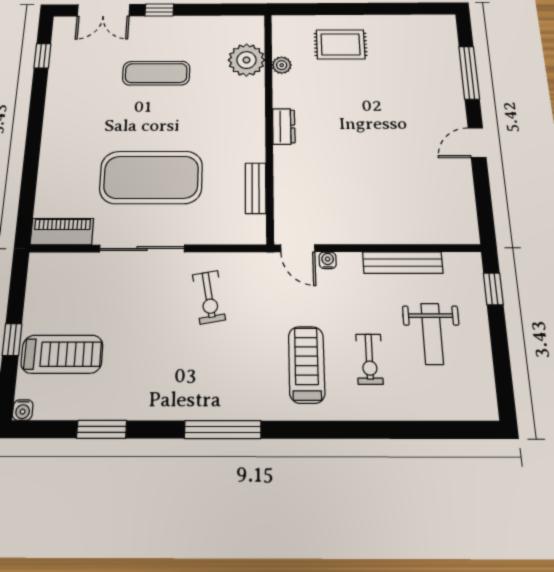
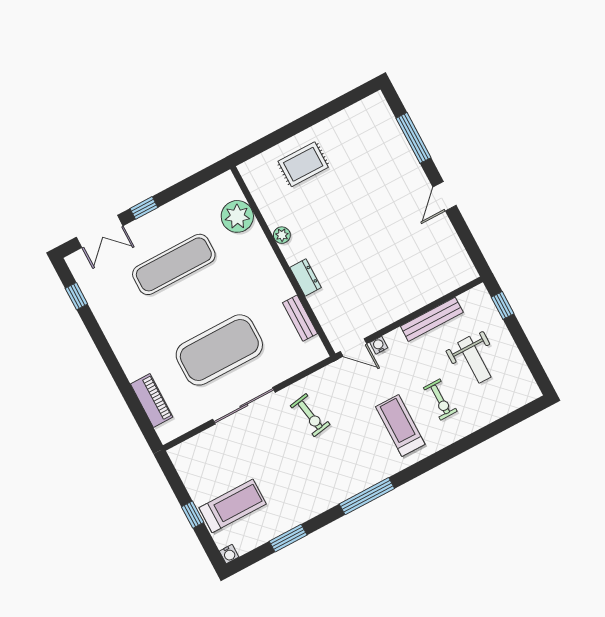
plant: (282, 65) -> (282, 235), moved
exercise mat: (156, 73) -> (174, 264), width x1.36, depth x1.45
dresser: (284, 126) -> (305, 278), moved
piano: (62, 232) -> (152, 401), moved, turned 90

